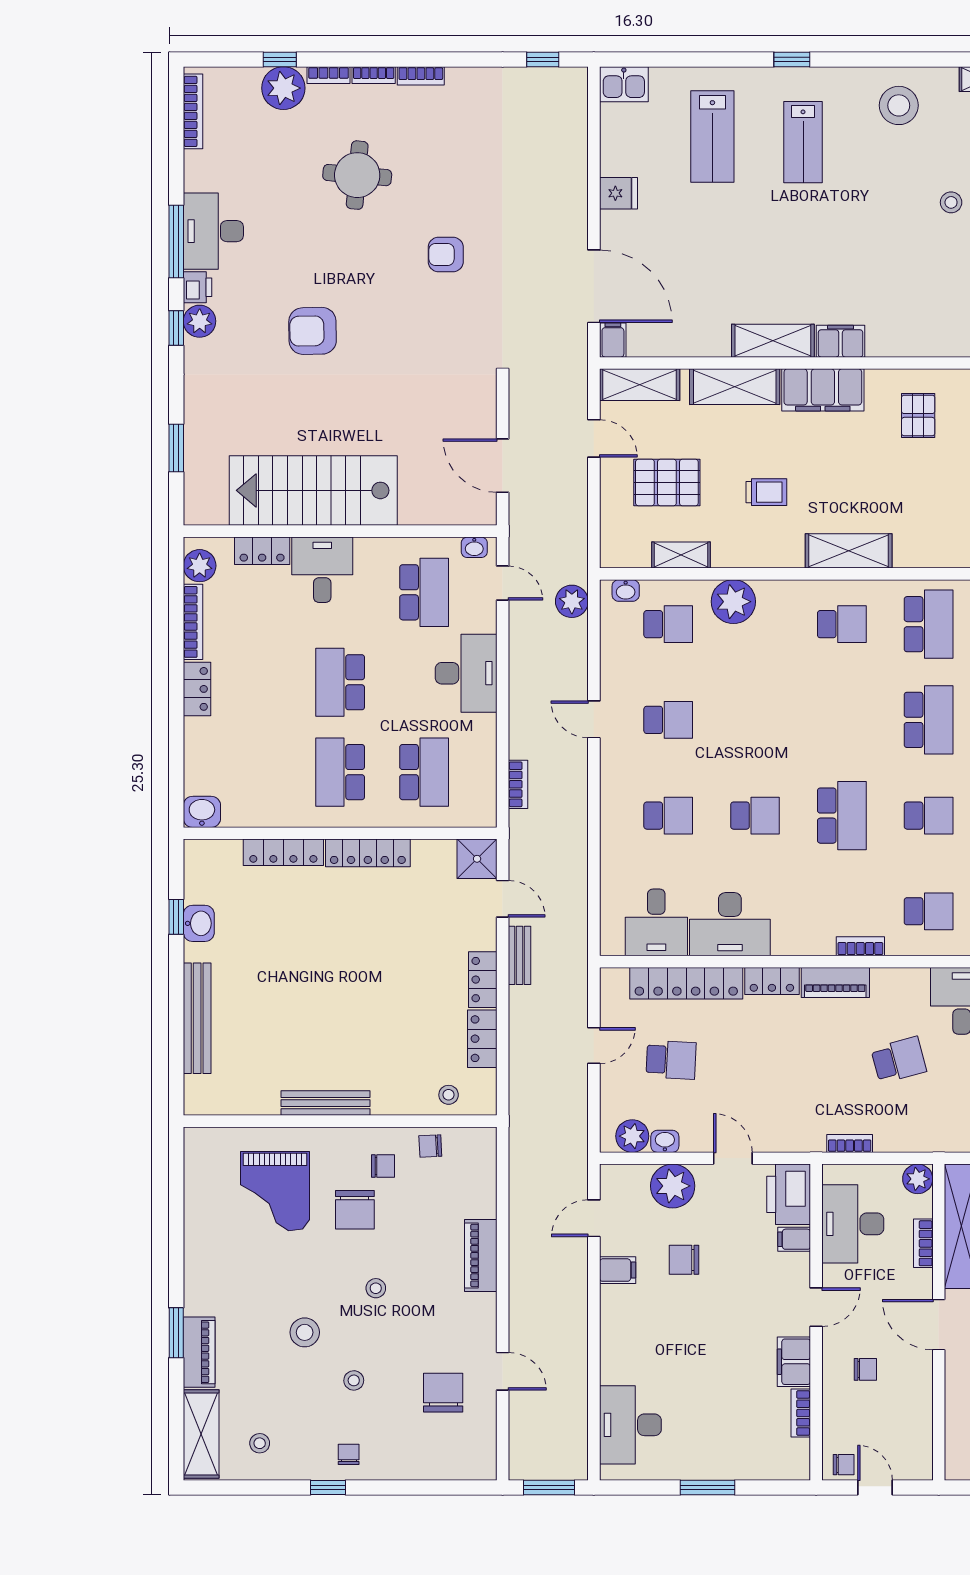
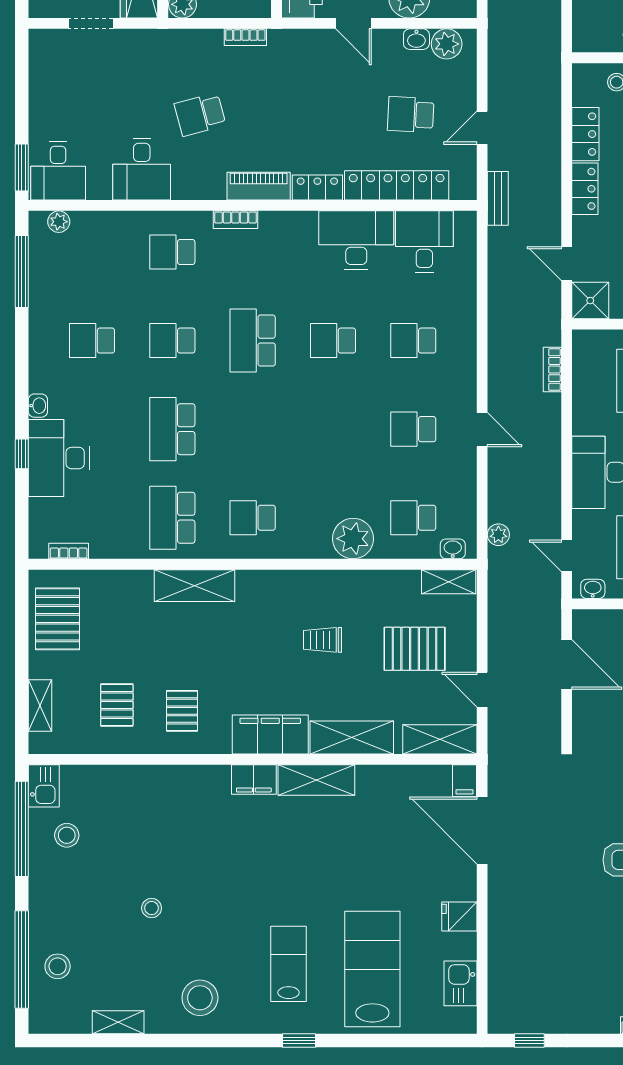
kitchen sink: (624, 84) -> (461, 983), moved, turned -90
lab bench: (712, 137) -> (372, 969), width x1.36, depth x1.39
shelving: (849, 551) -> (194, 586), moved
shelving: (681, 555) -> (449, 582), moved
plant: (572, 601) -> (498, 535), width x0.73, depth x0.73
bench: (519, 955) -> (498, 198), moved

